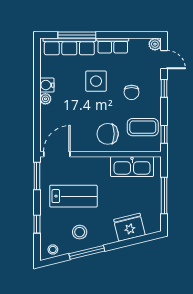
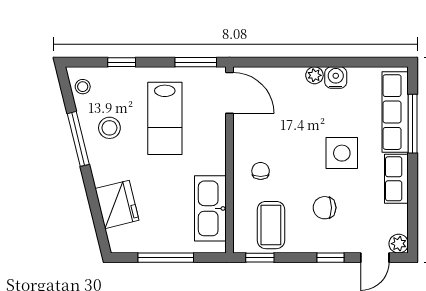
chair: (108, 134) -> (261, 171), width x0.54, depth x0.54

